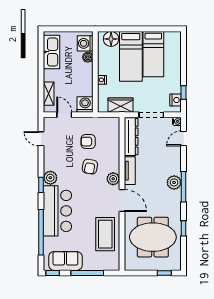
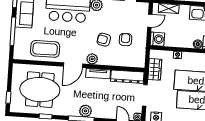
meeting table: (153, 237) -> (40, 90), turned 90

